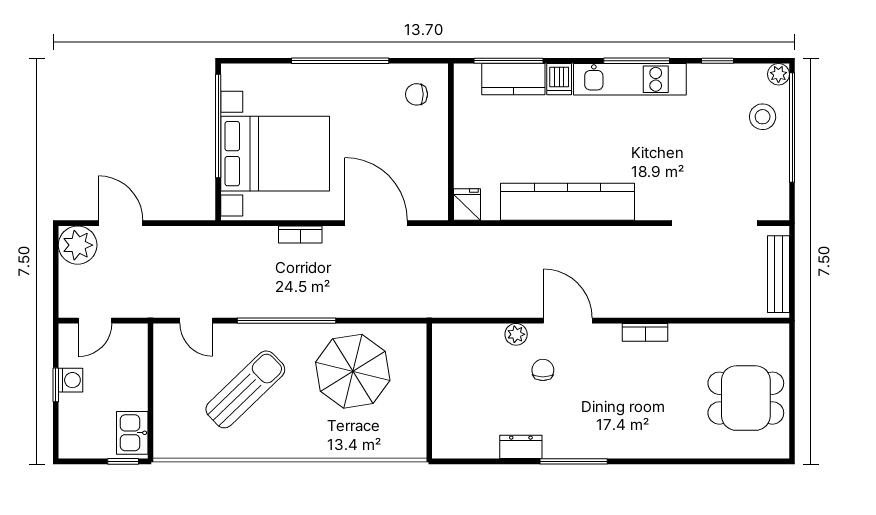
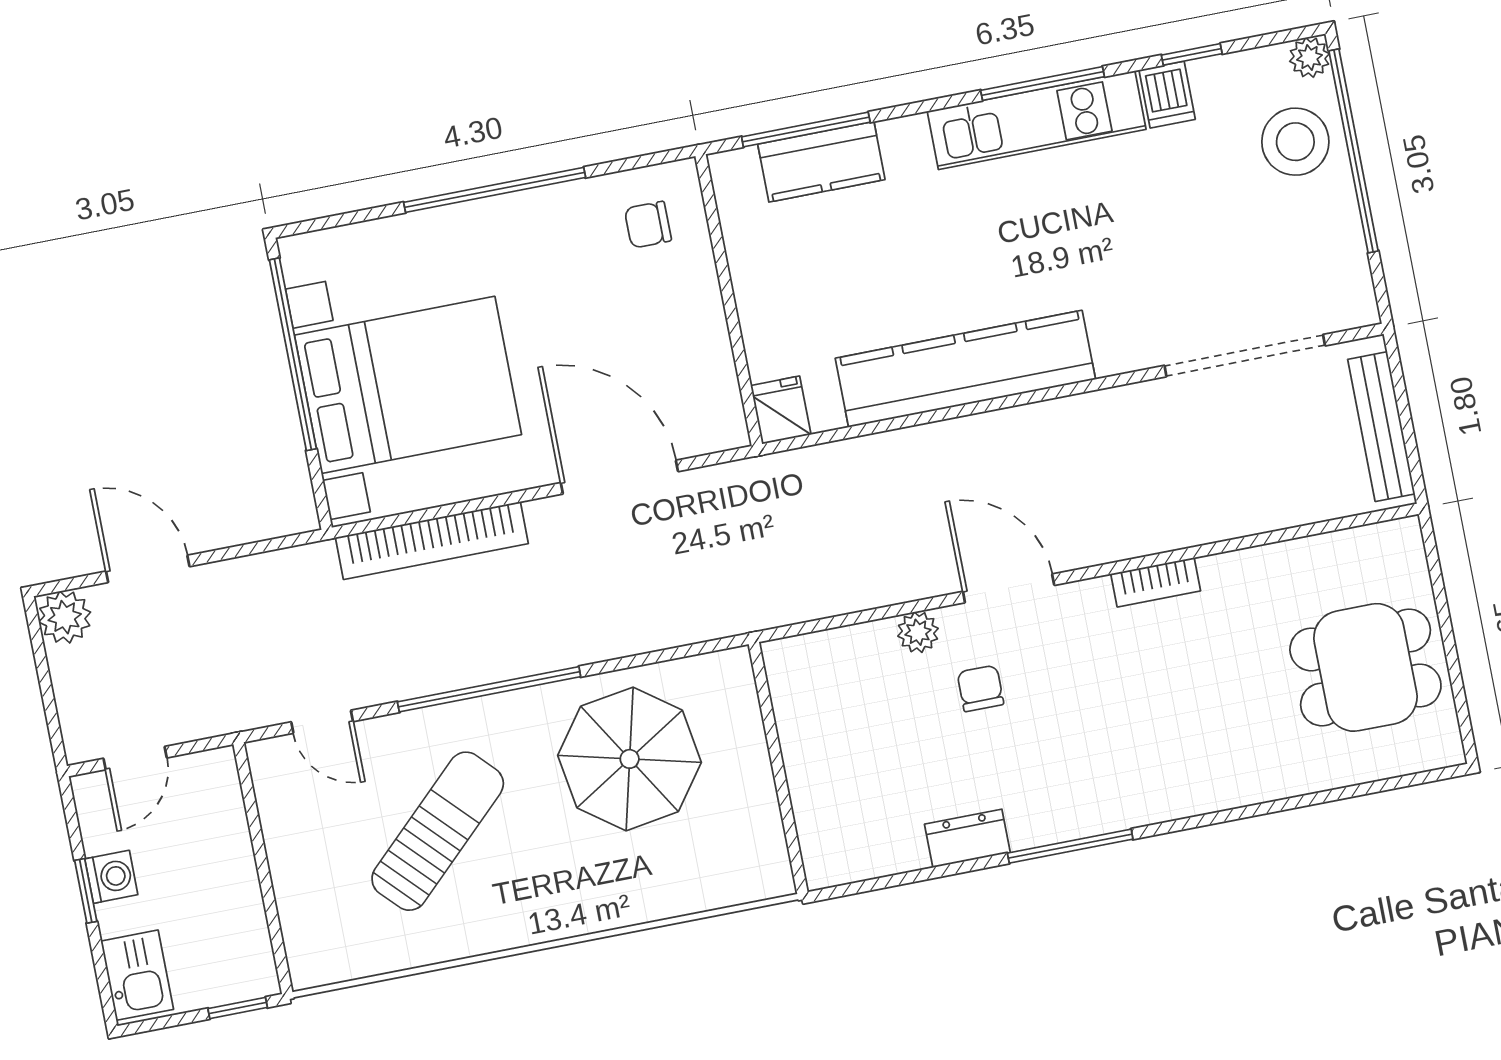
dishwasher: (559, 79) -> (1167, 95), moved
stool: (763, 117) -> (1295, 142), width x1.38, depth x1.38
bookcase: (300, 235) -> (432, 541), width x2.31, depth x1.31
plant: (78, 245) -> (65, 617), width x0.73, depth x0.73
kitchen sink: (132, 433) -> (137, 975), moved, turned 180

